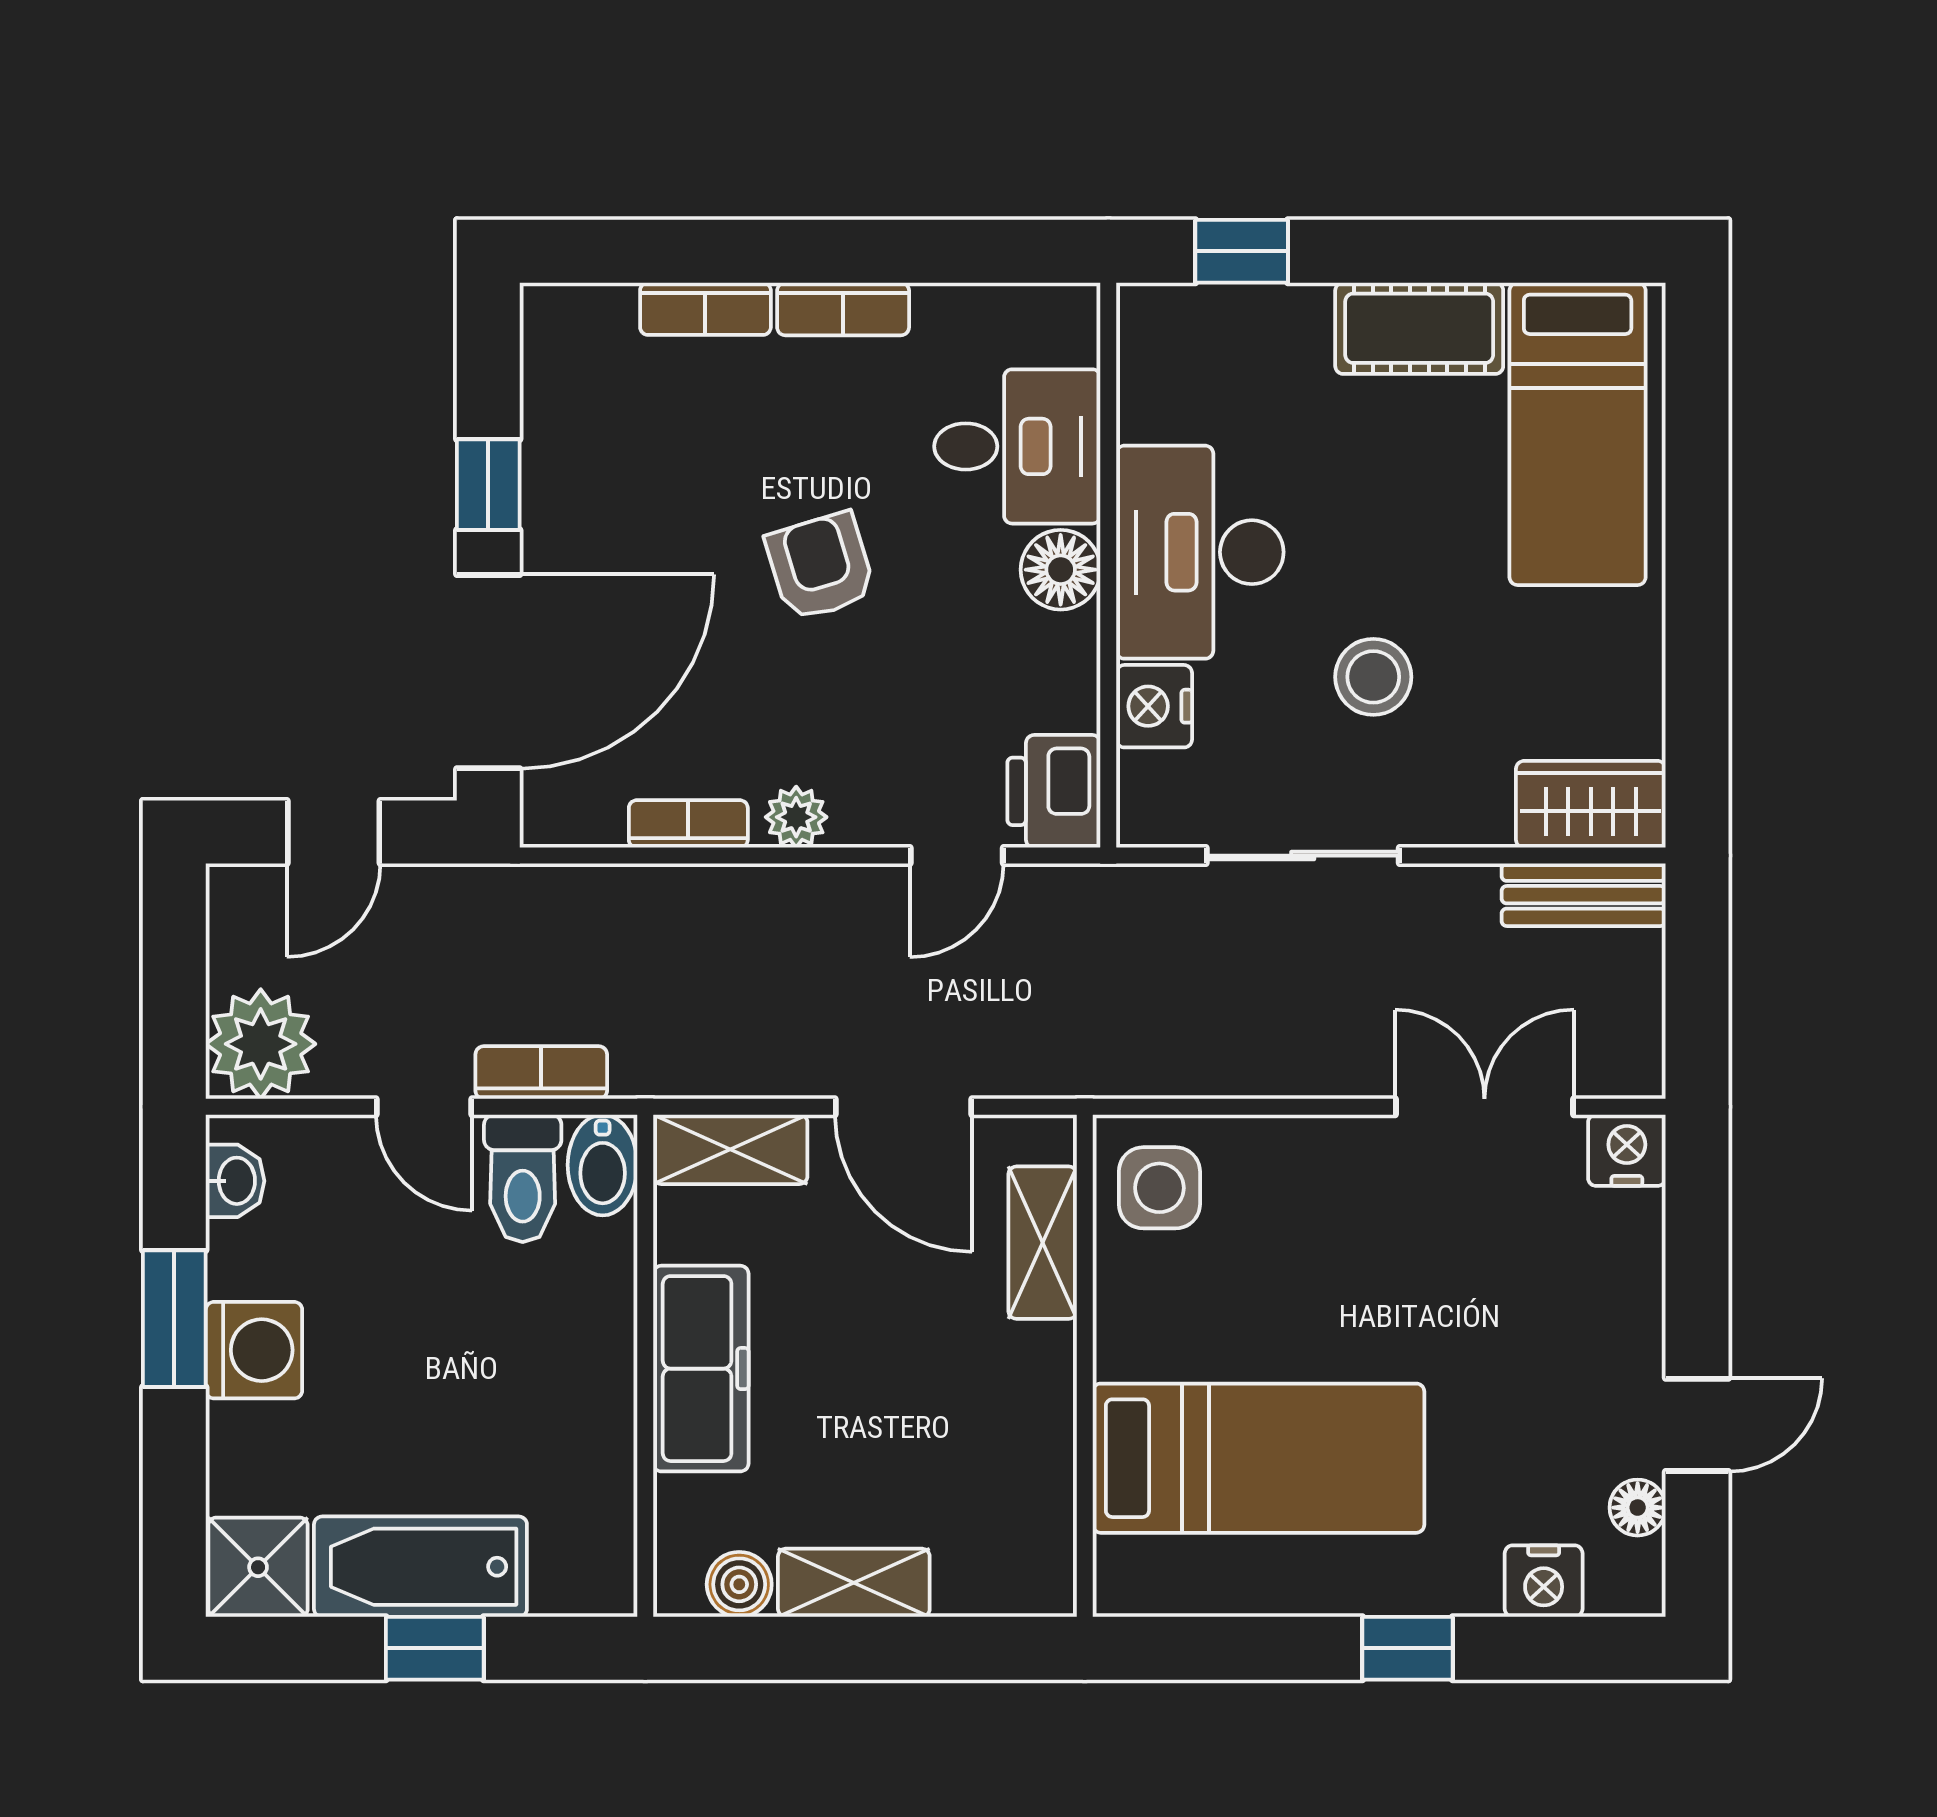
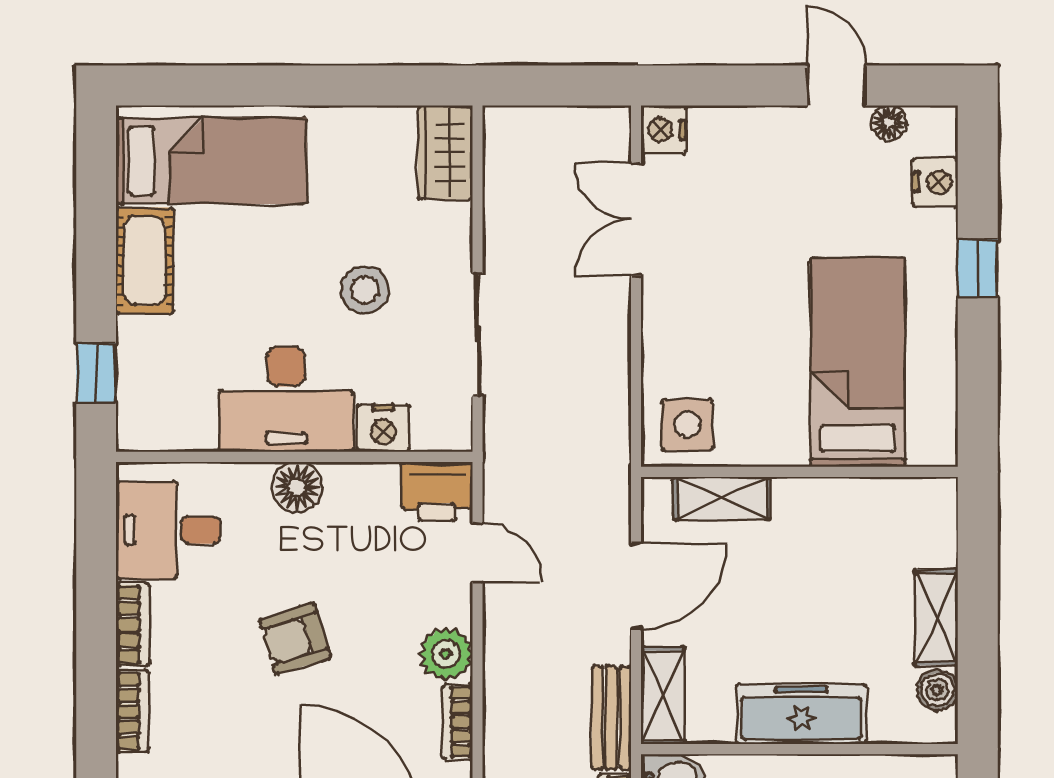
desk: (1017, 446) -> (168, 530), moved, turned -90
plant: (796, 817) -> (446, 654), width x1.38, depth x1.38
bench: (1584, 895) -> (611, 718), moved

